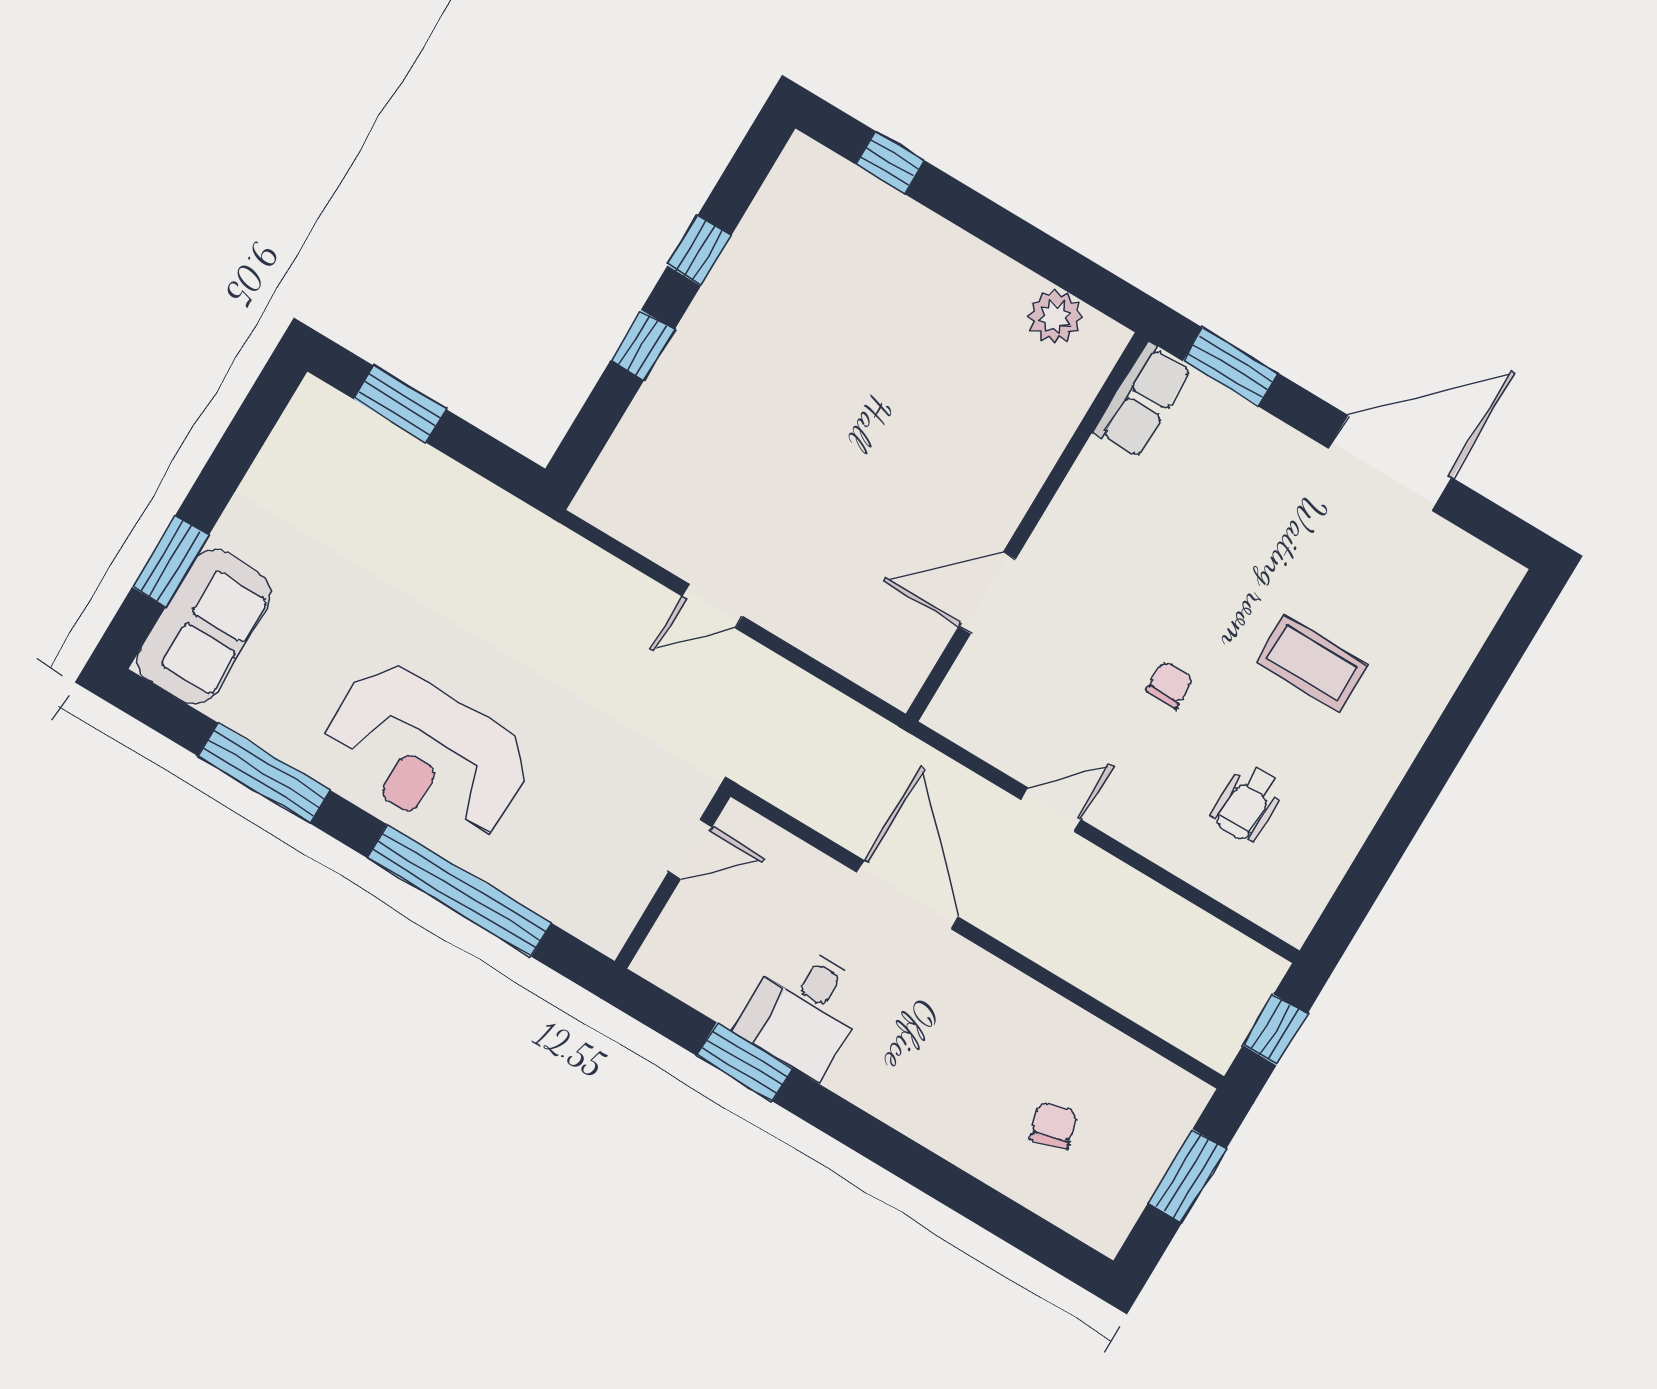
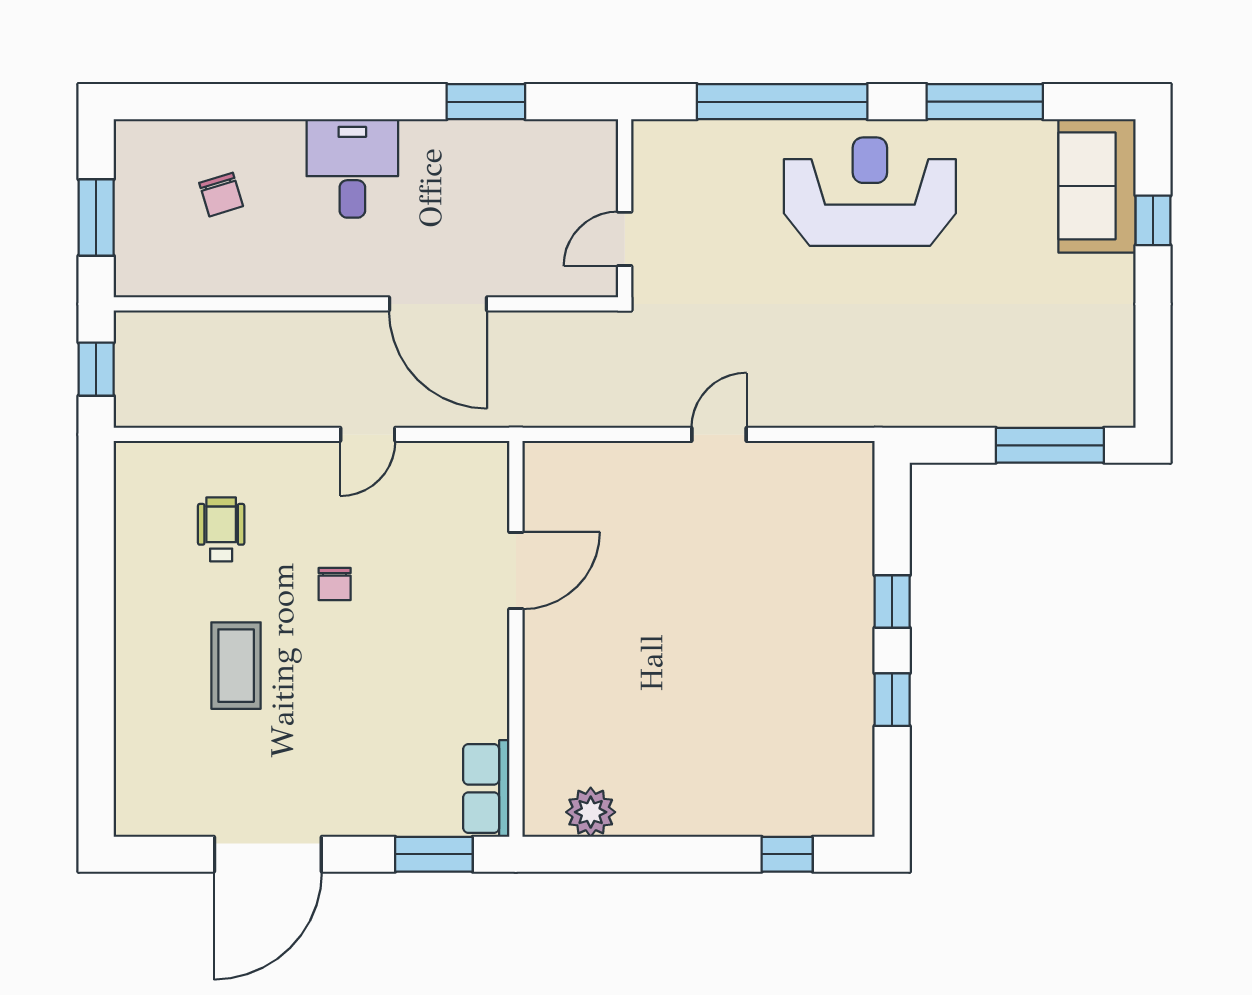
window: (400, 404) -> (1050, 445), width x1.44
window: (170, 561) -> (1153, 220), width x0.67
coffee table: (1312, 663) -> (236, 666), turned 90
desk: (804, 1010) -> (352, 168), moved

